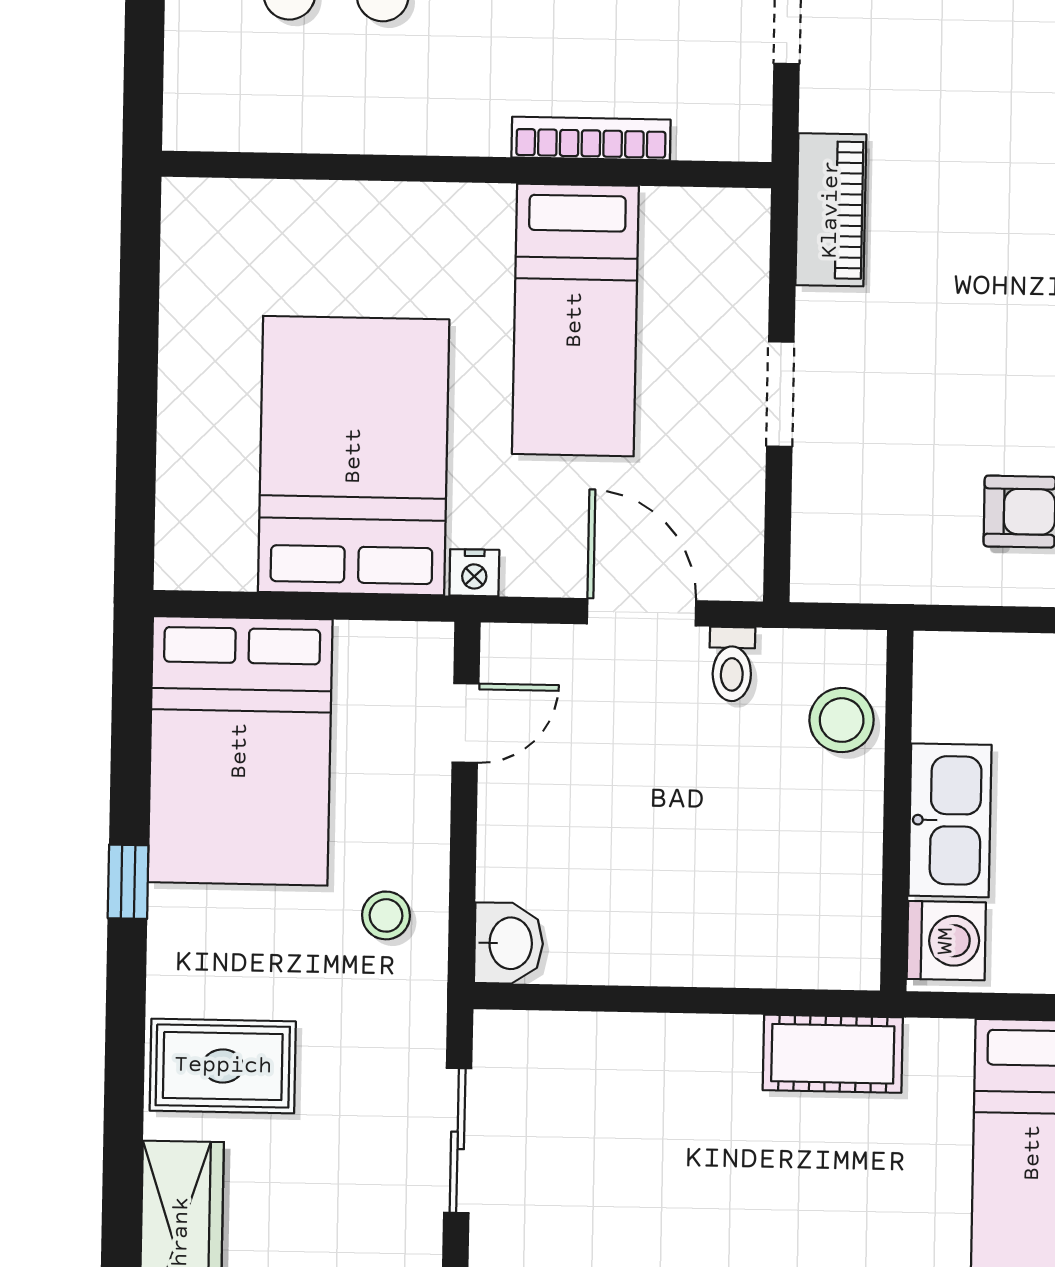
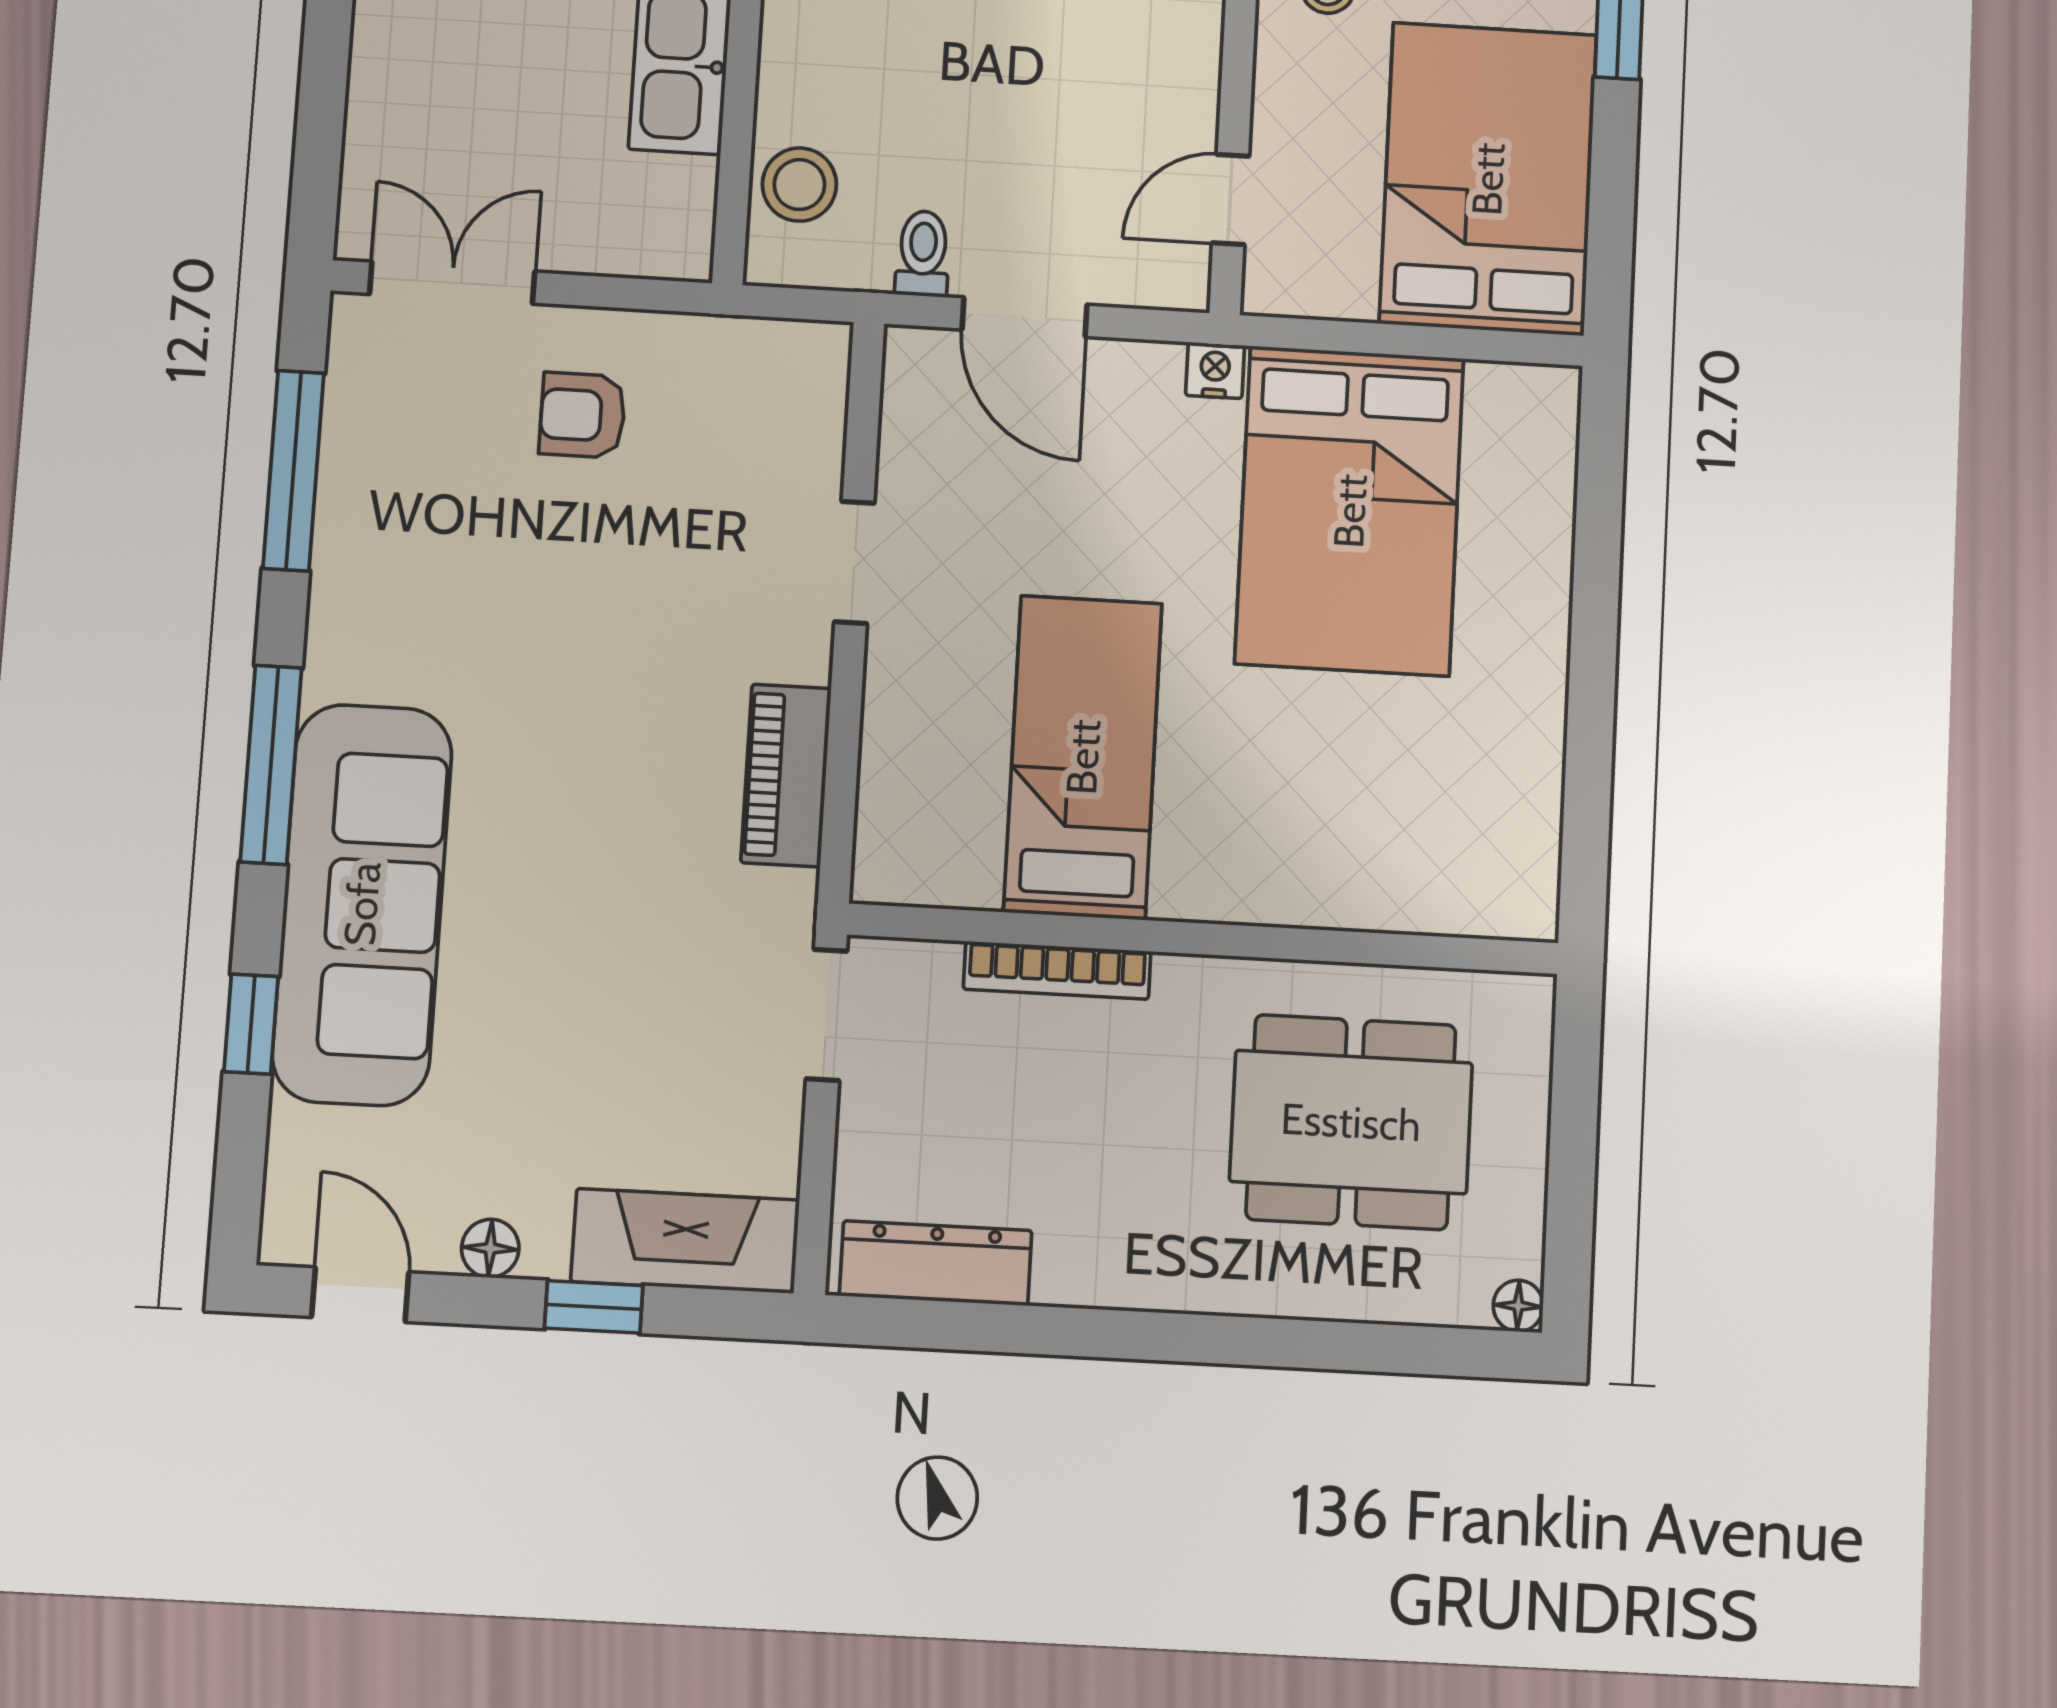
bookcase: (591, 138) -> (1057, 970), moved
wall: (466, 170) -> (1204, 939), moved
bed: (575, 320) -> (1083, 757), moved

